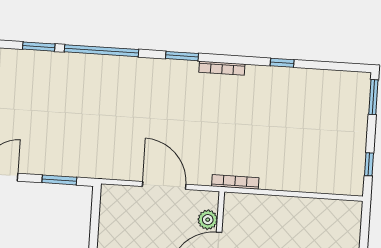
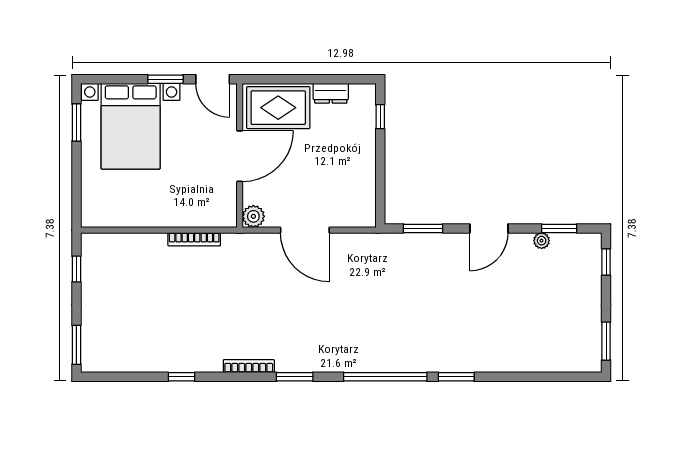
bookcase: (235, 182) -> (194, 239), moved
plant: (208, 220) -> (253, 216), moved

